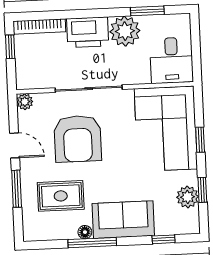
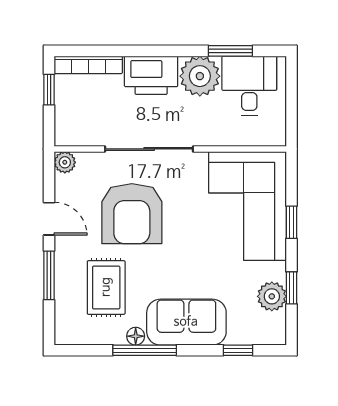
desk: (172, 60) -> (249, 86), moved, turned 180
rug: (61, 196) -> (106, 287), turned 90

